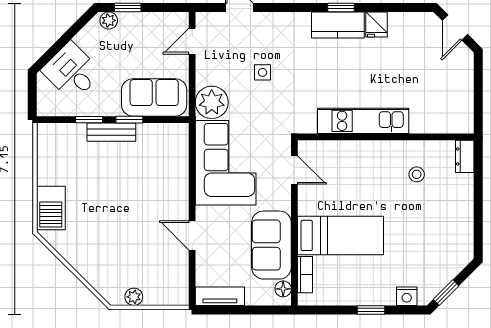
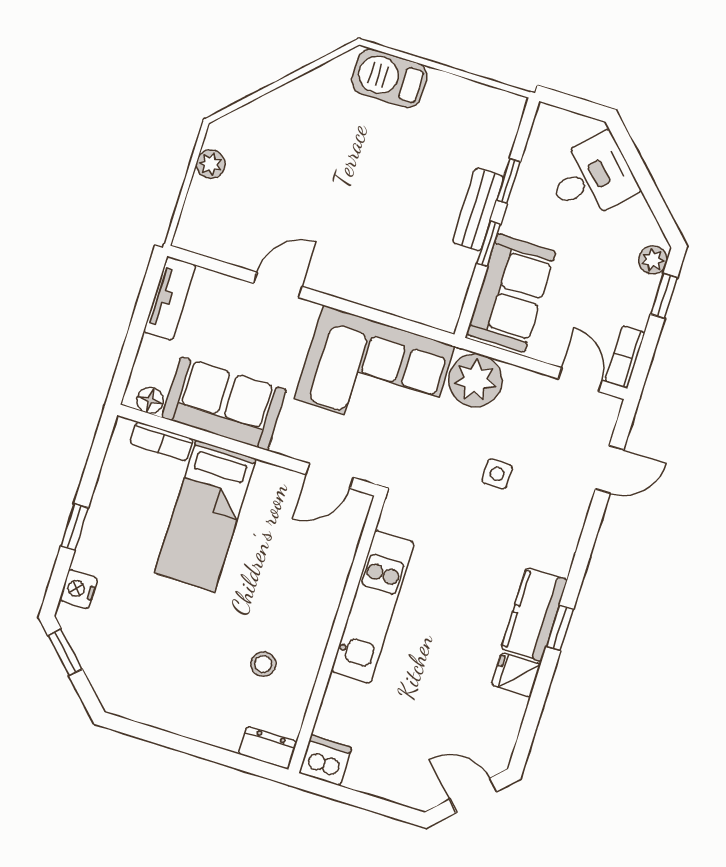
bookcase: (171, 19) -> (625, 357), added
dishwasher: (462, 120) -> (325, 760), added

